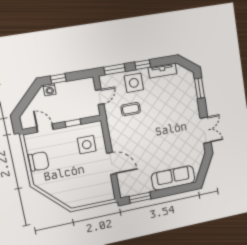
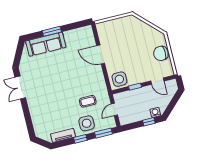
window: (200, 88) -> (29, 123), removed
side table: (87, 145) -> (119, 79), moved
window: (140, 198) -> (52, 31), moved

